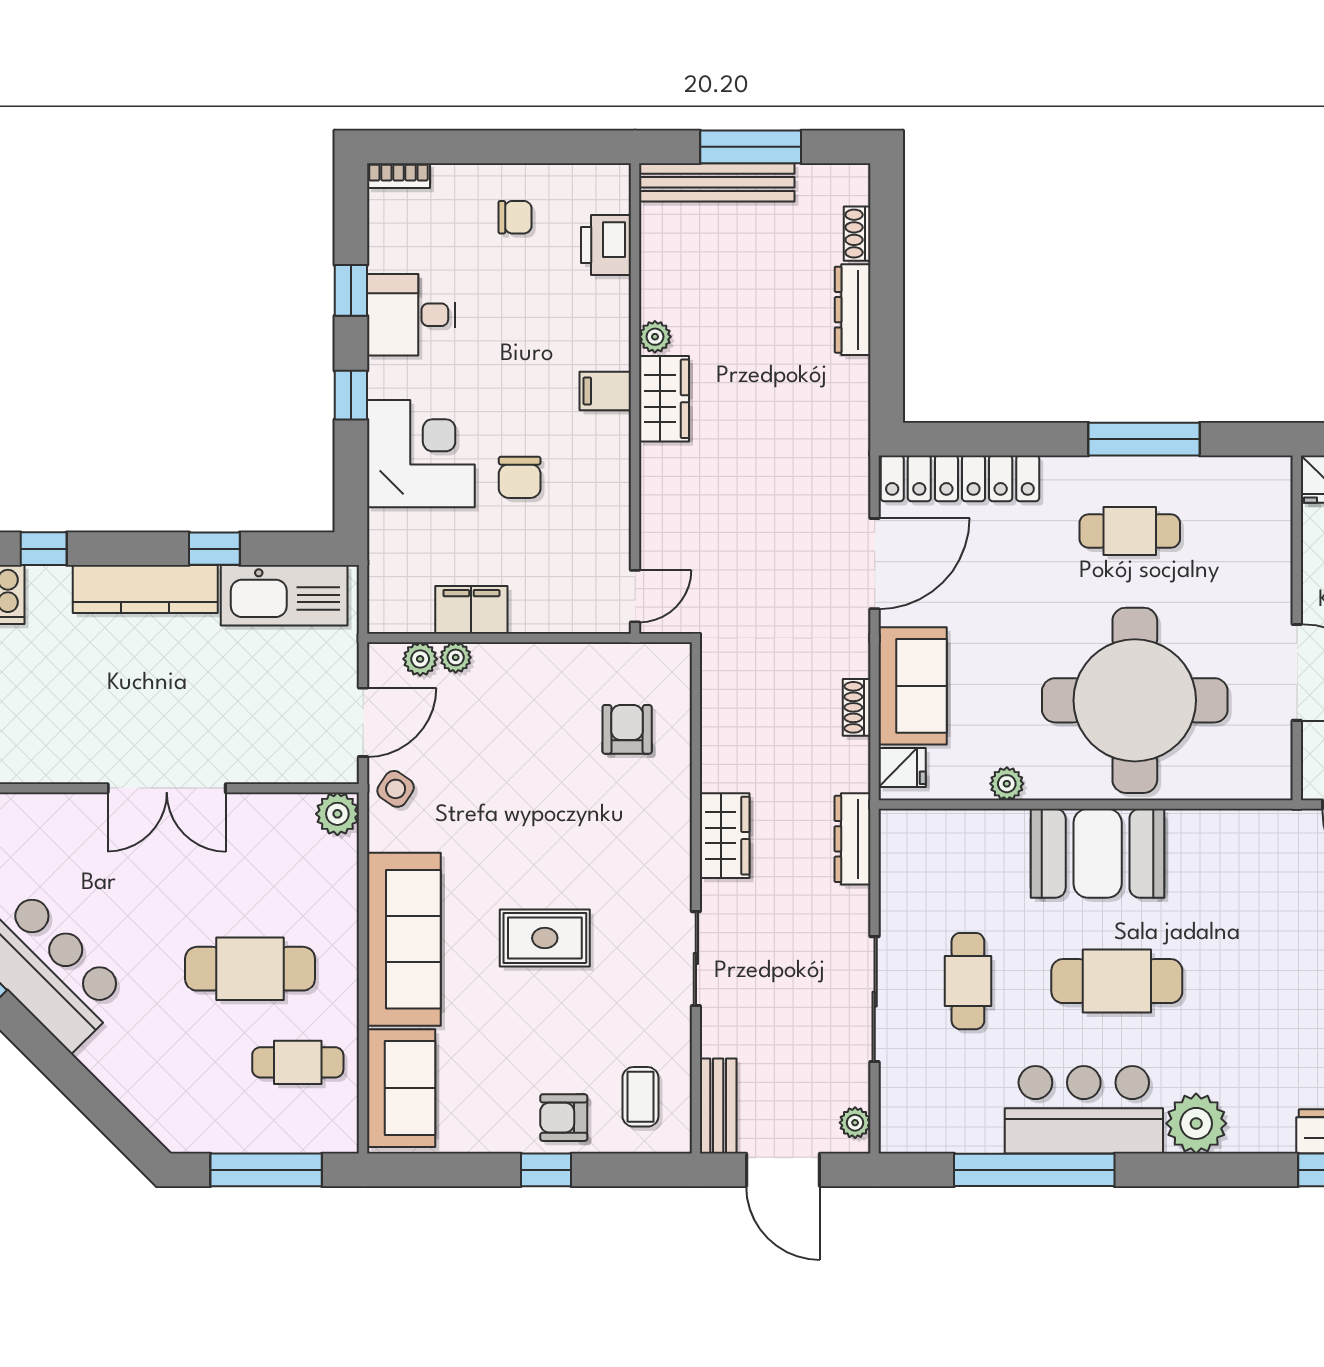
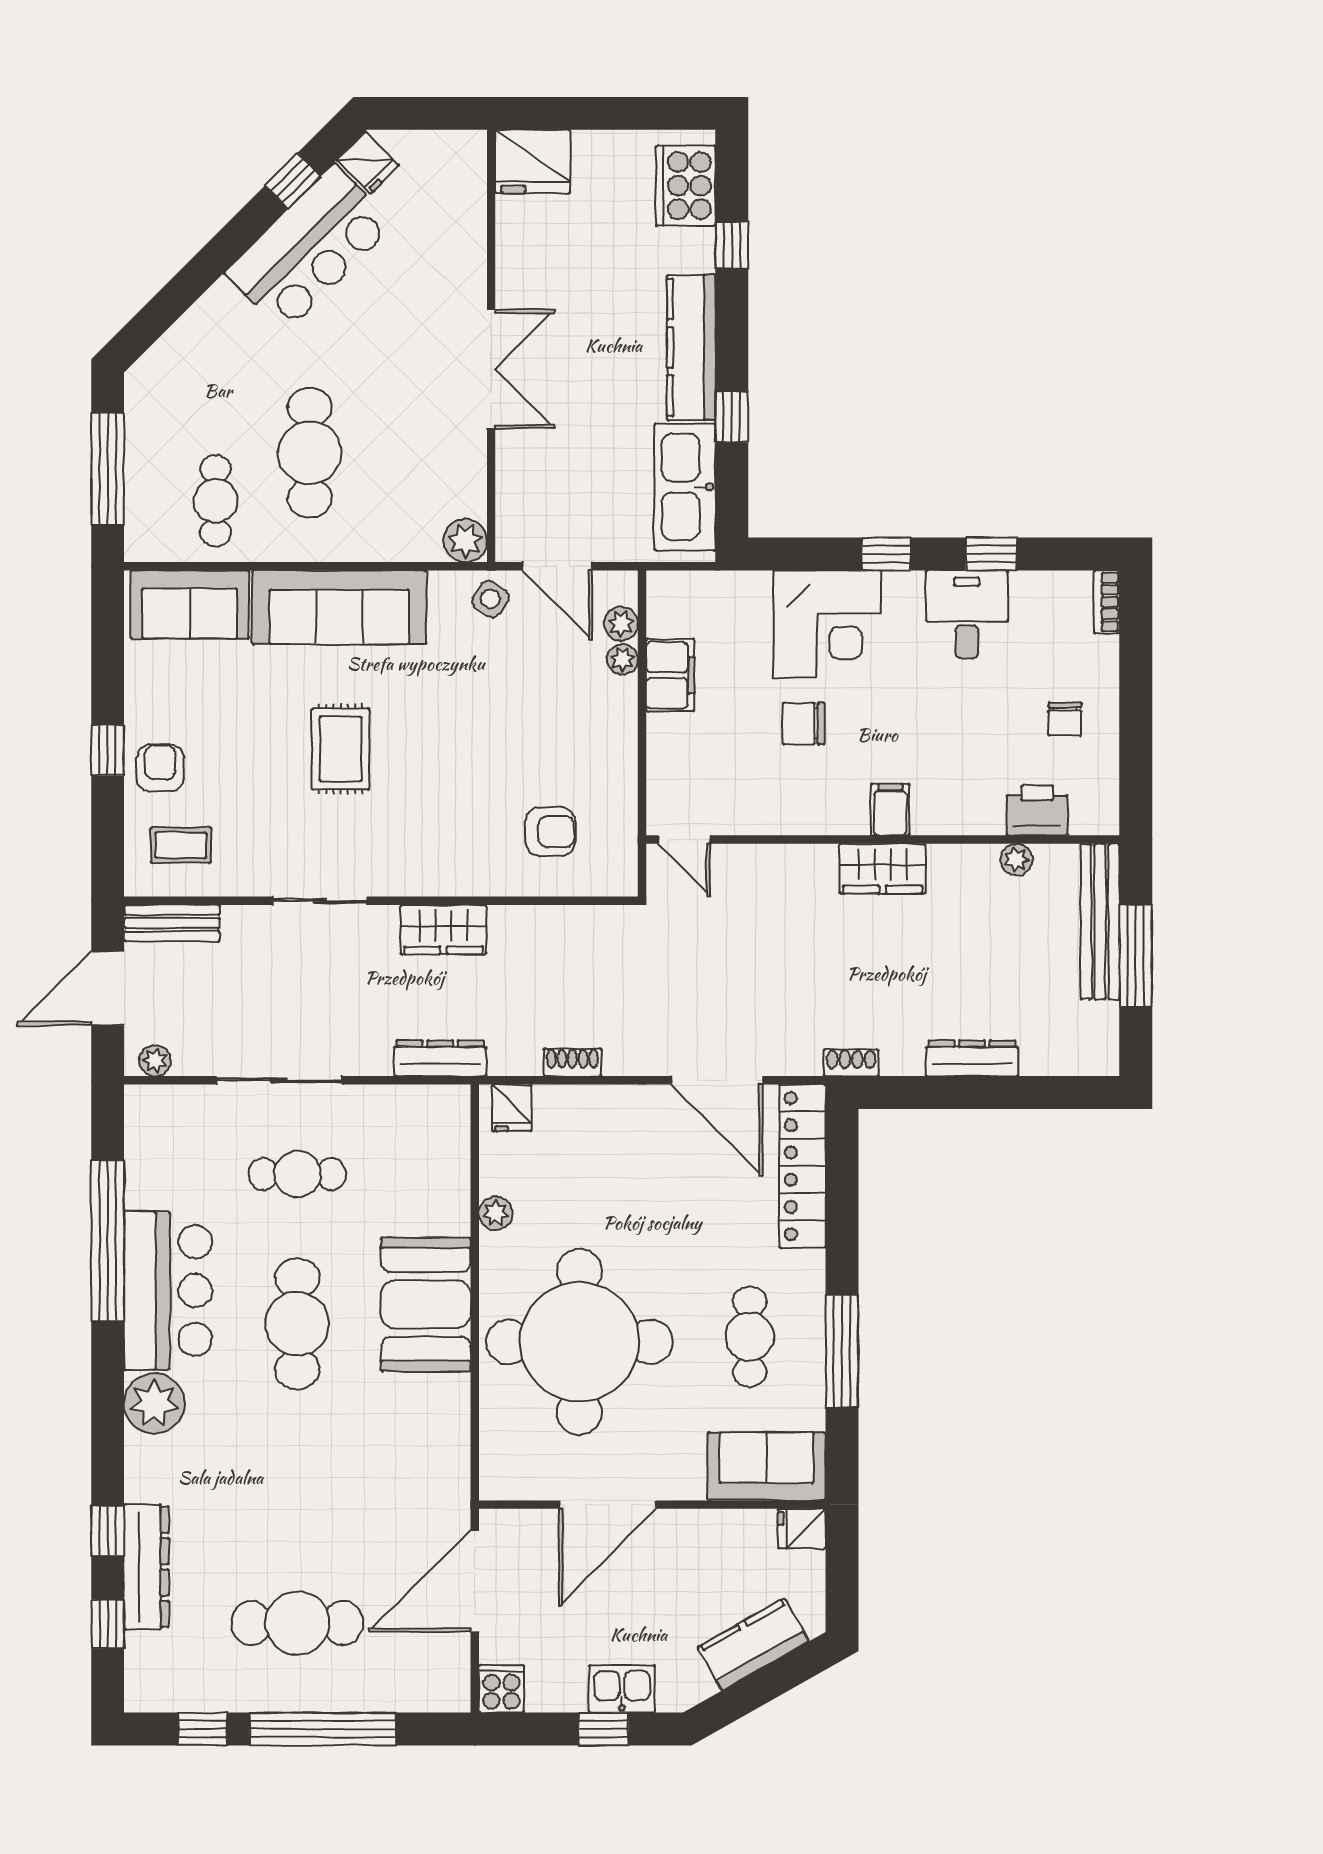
shoe rack: (857, 234) -> (851, 1063), moved
plant: (655, 337) -> (1016, 860), moved
sofa: (913, 686) -> (767, 1466), moved, turned 180
double door: (167, 788) -> (491, 369), swing flipped

